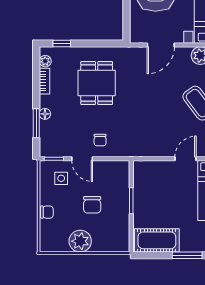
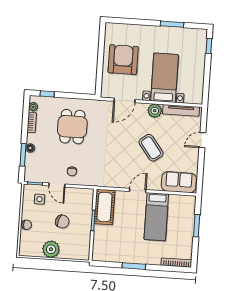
chair: (92, 205) -> (62, 222), turned -73
cot: (157, 240) -> (105, 207), moved, turned 90

